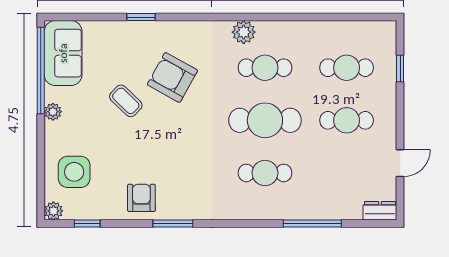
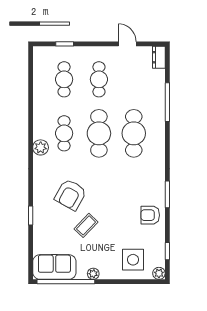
cafe table: (265, 173) -> (134, 133), width x1.37, depth x1.35

